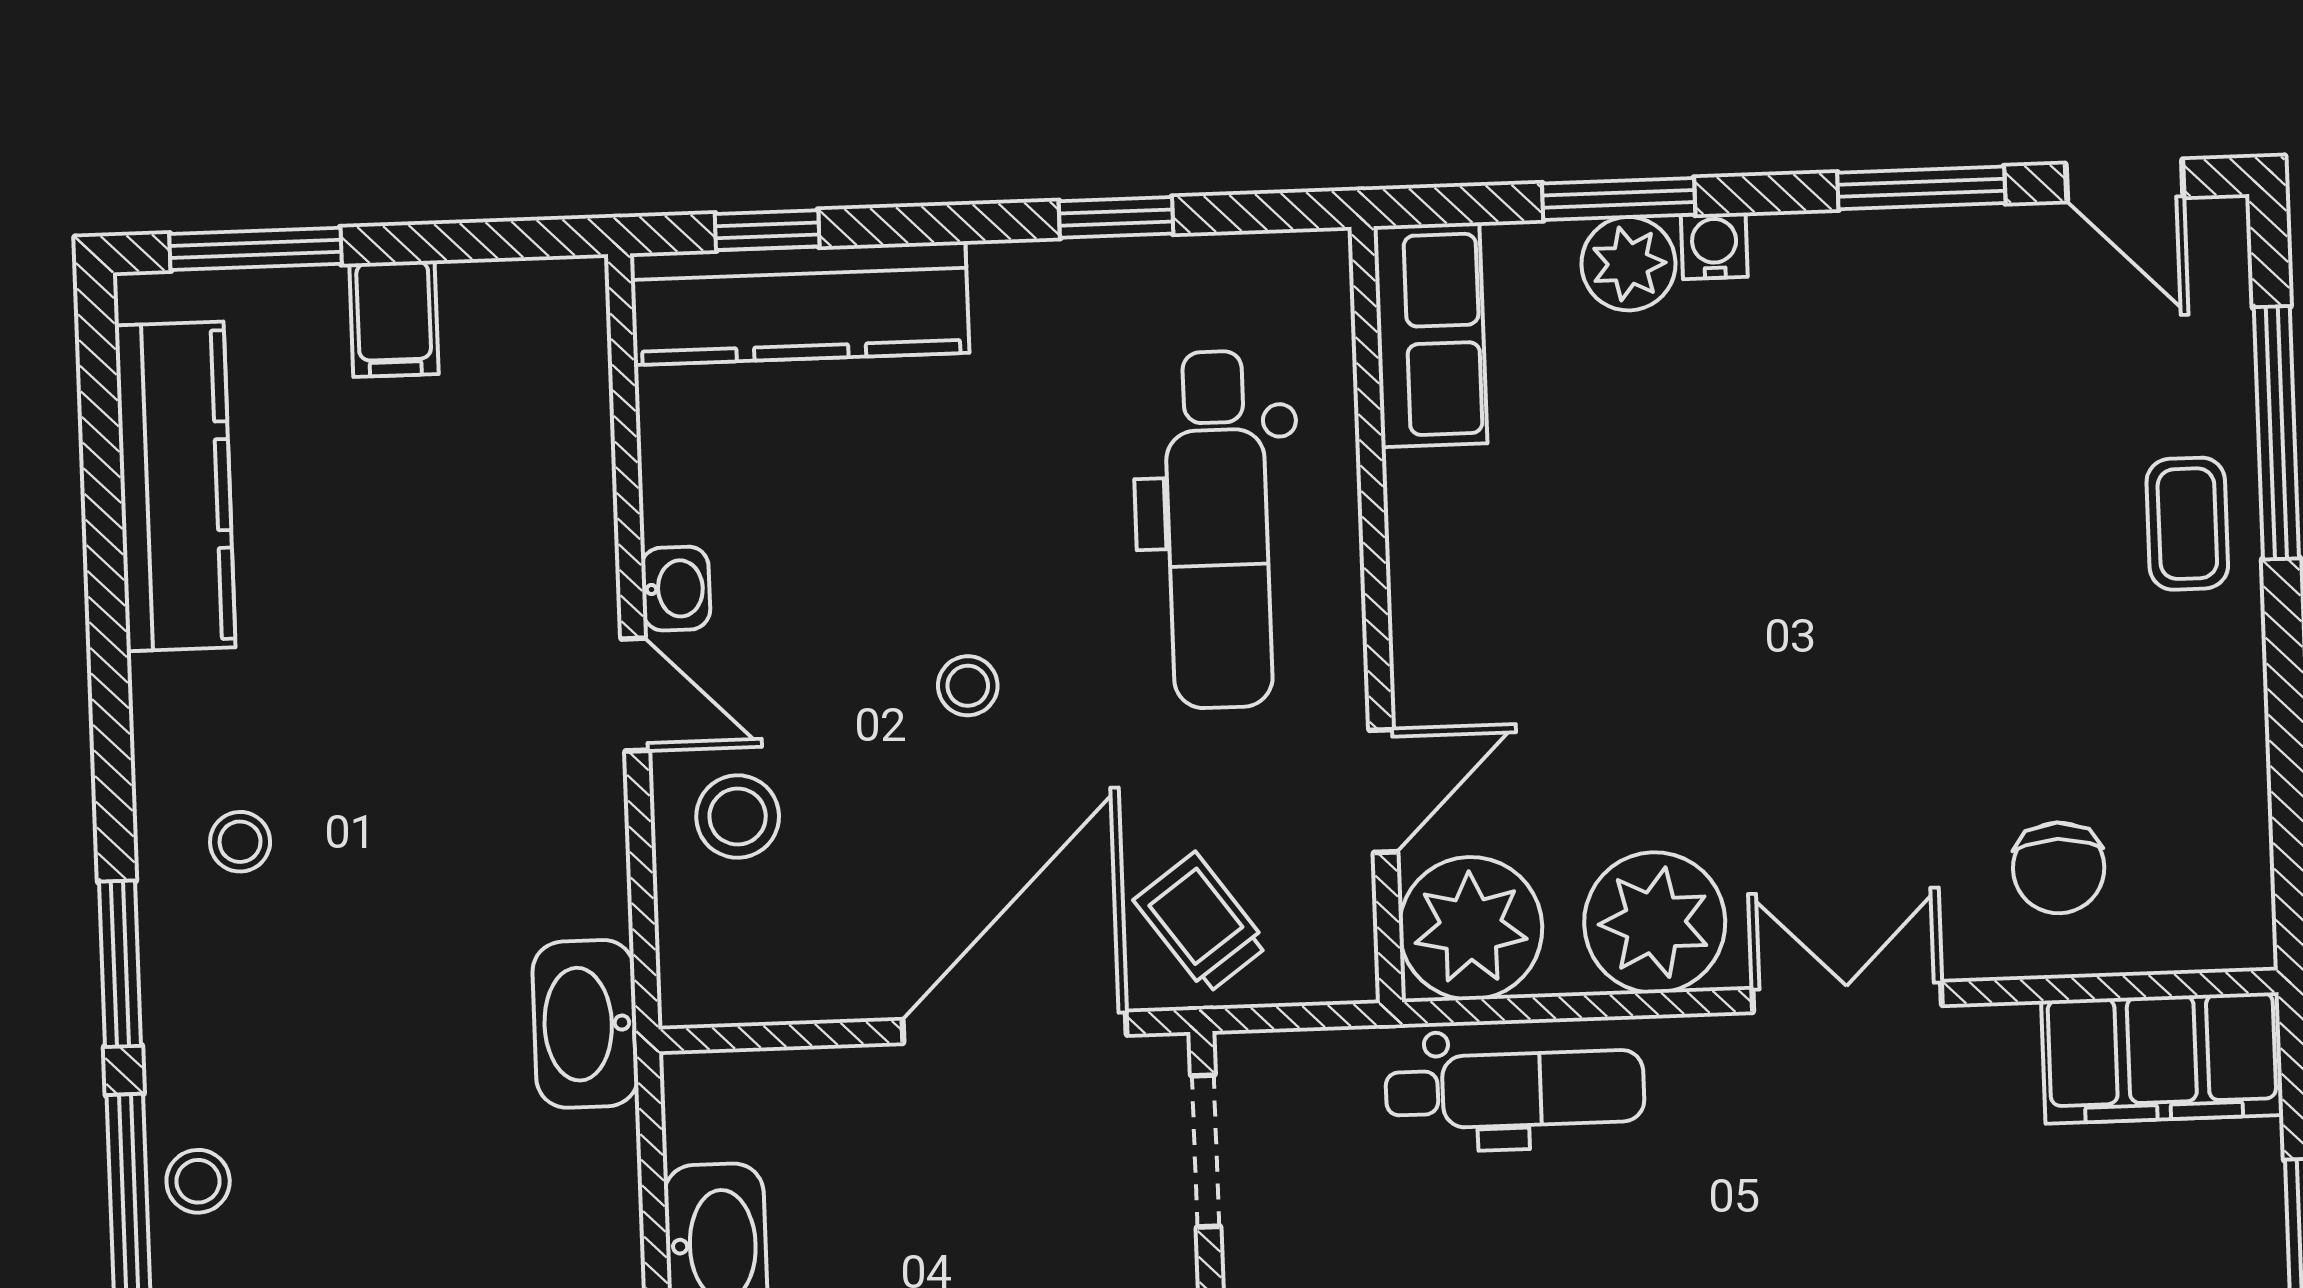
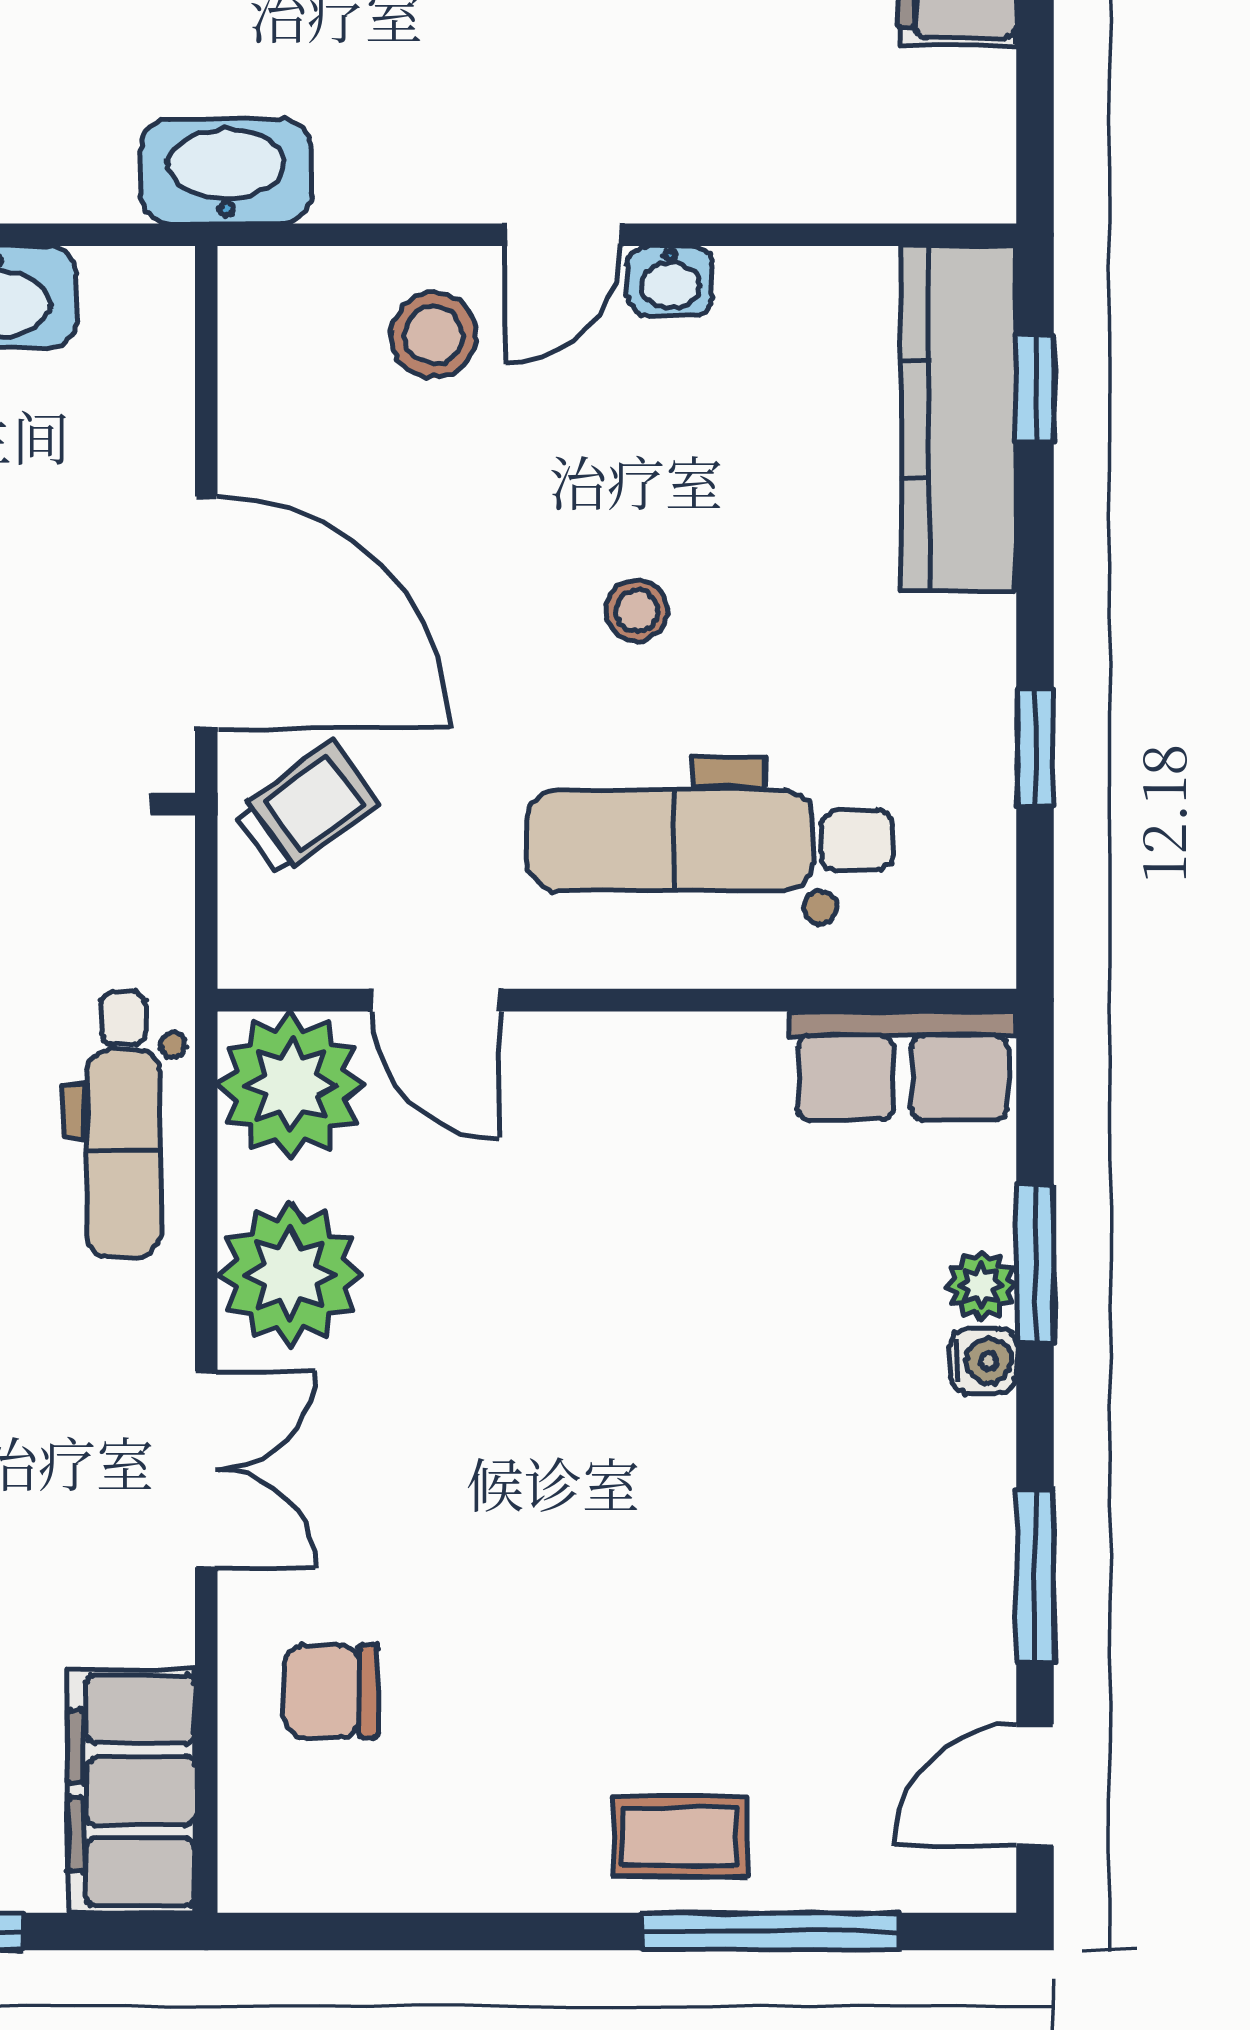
plant: (1628, 264) -> (981, 1285), width x0.73, depth x0.73
stool: (968, 686) -> (637, 611), moved

